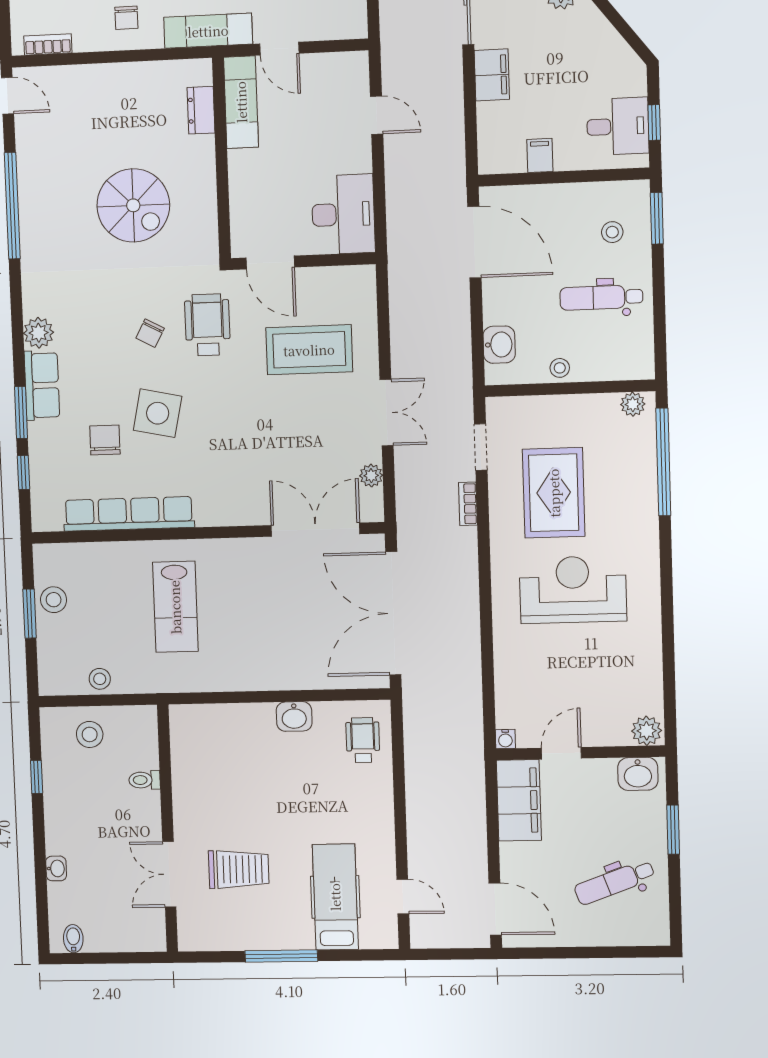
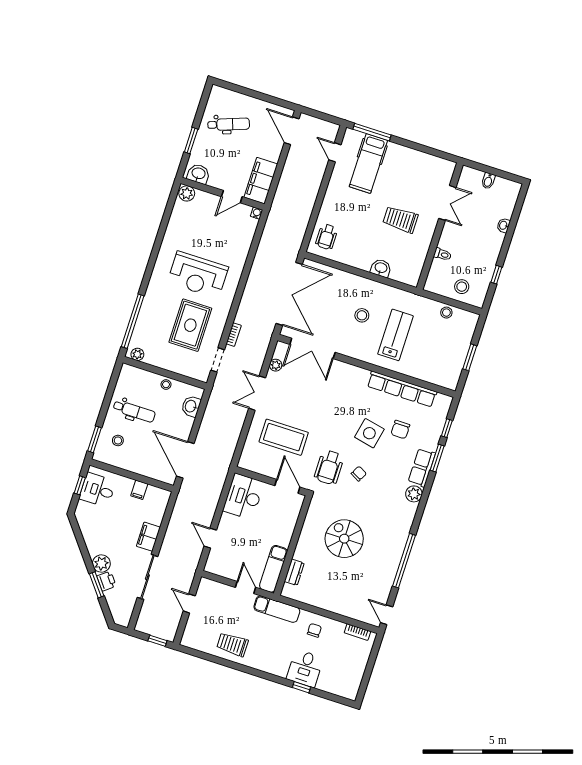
stool: (54, 600) -> (362, 315), moved
washbasin: (294, 716) -> (381, 268), moved
trolley: (239, 869) -> (400, 219), moved
bidet: (73, 939) -> (488, 181), moved
window: (281, 956) -> (372, 132), moved

